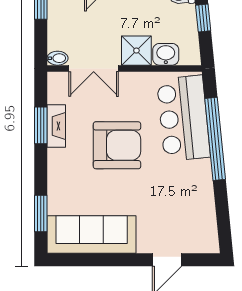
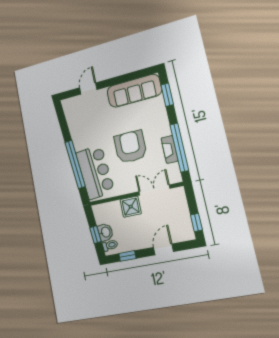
washbasin: (166, 54) -> (105, 232), moved, turned -96
bidet: (58, 58) -> (178, 192), removed
window: (41, 125) -> (179, 148), width x2.11
armchair: (117, 145) -> (130, 147), turned 90

